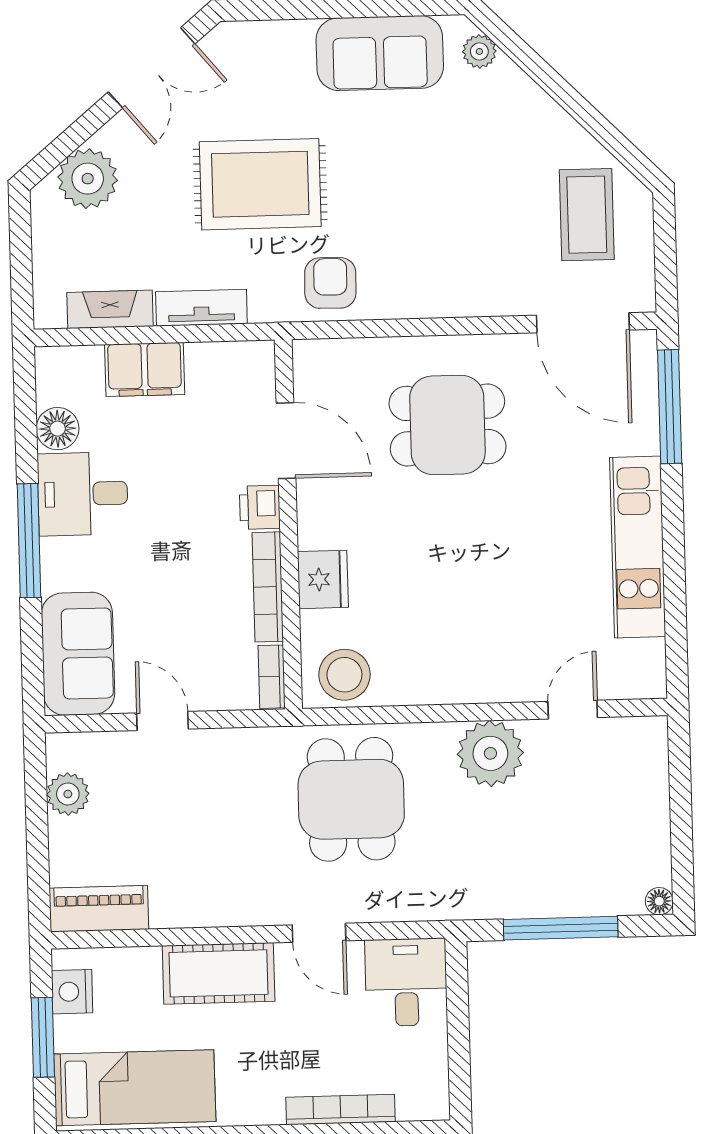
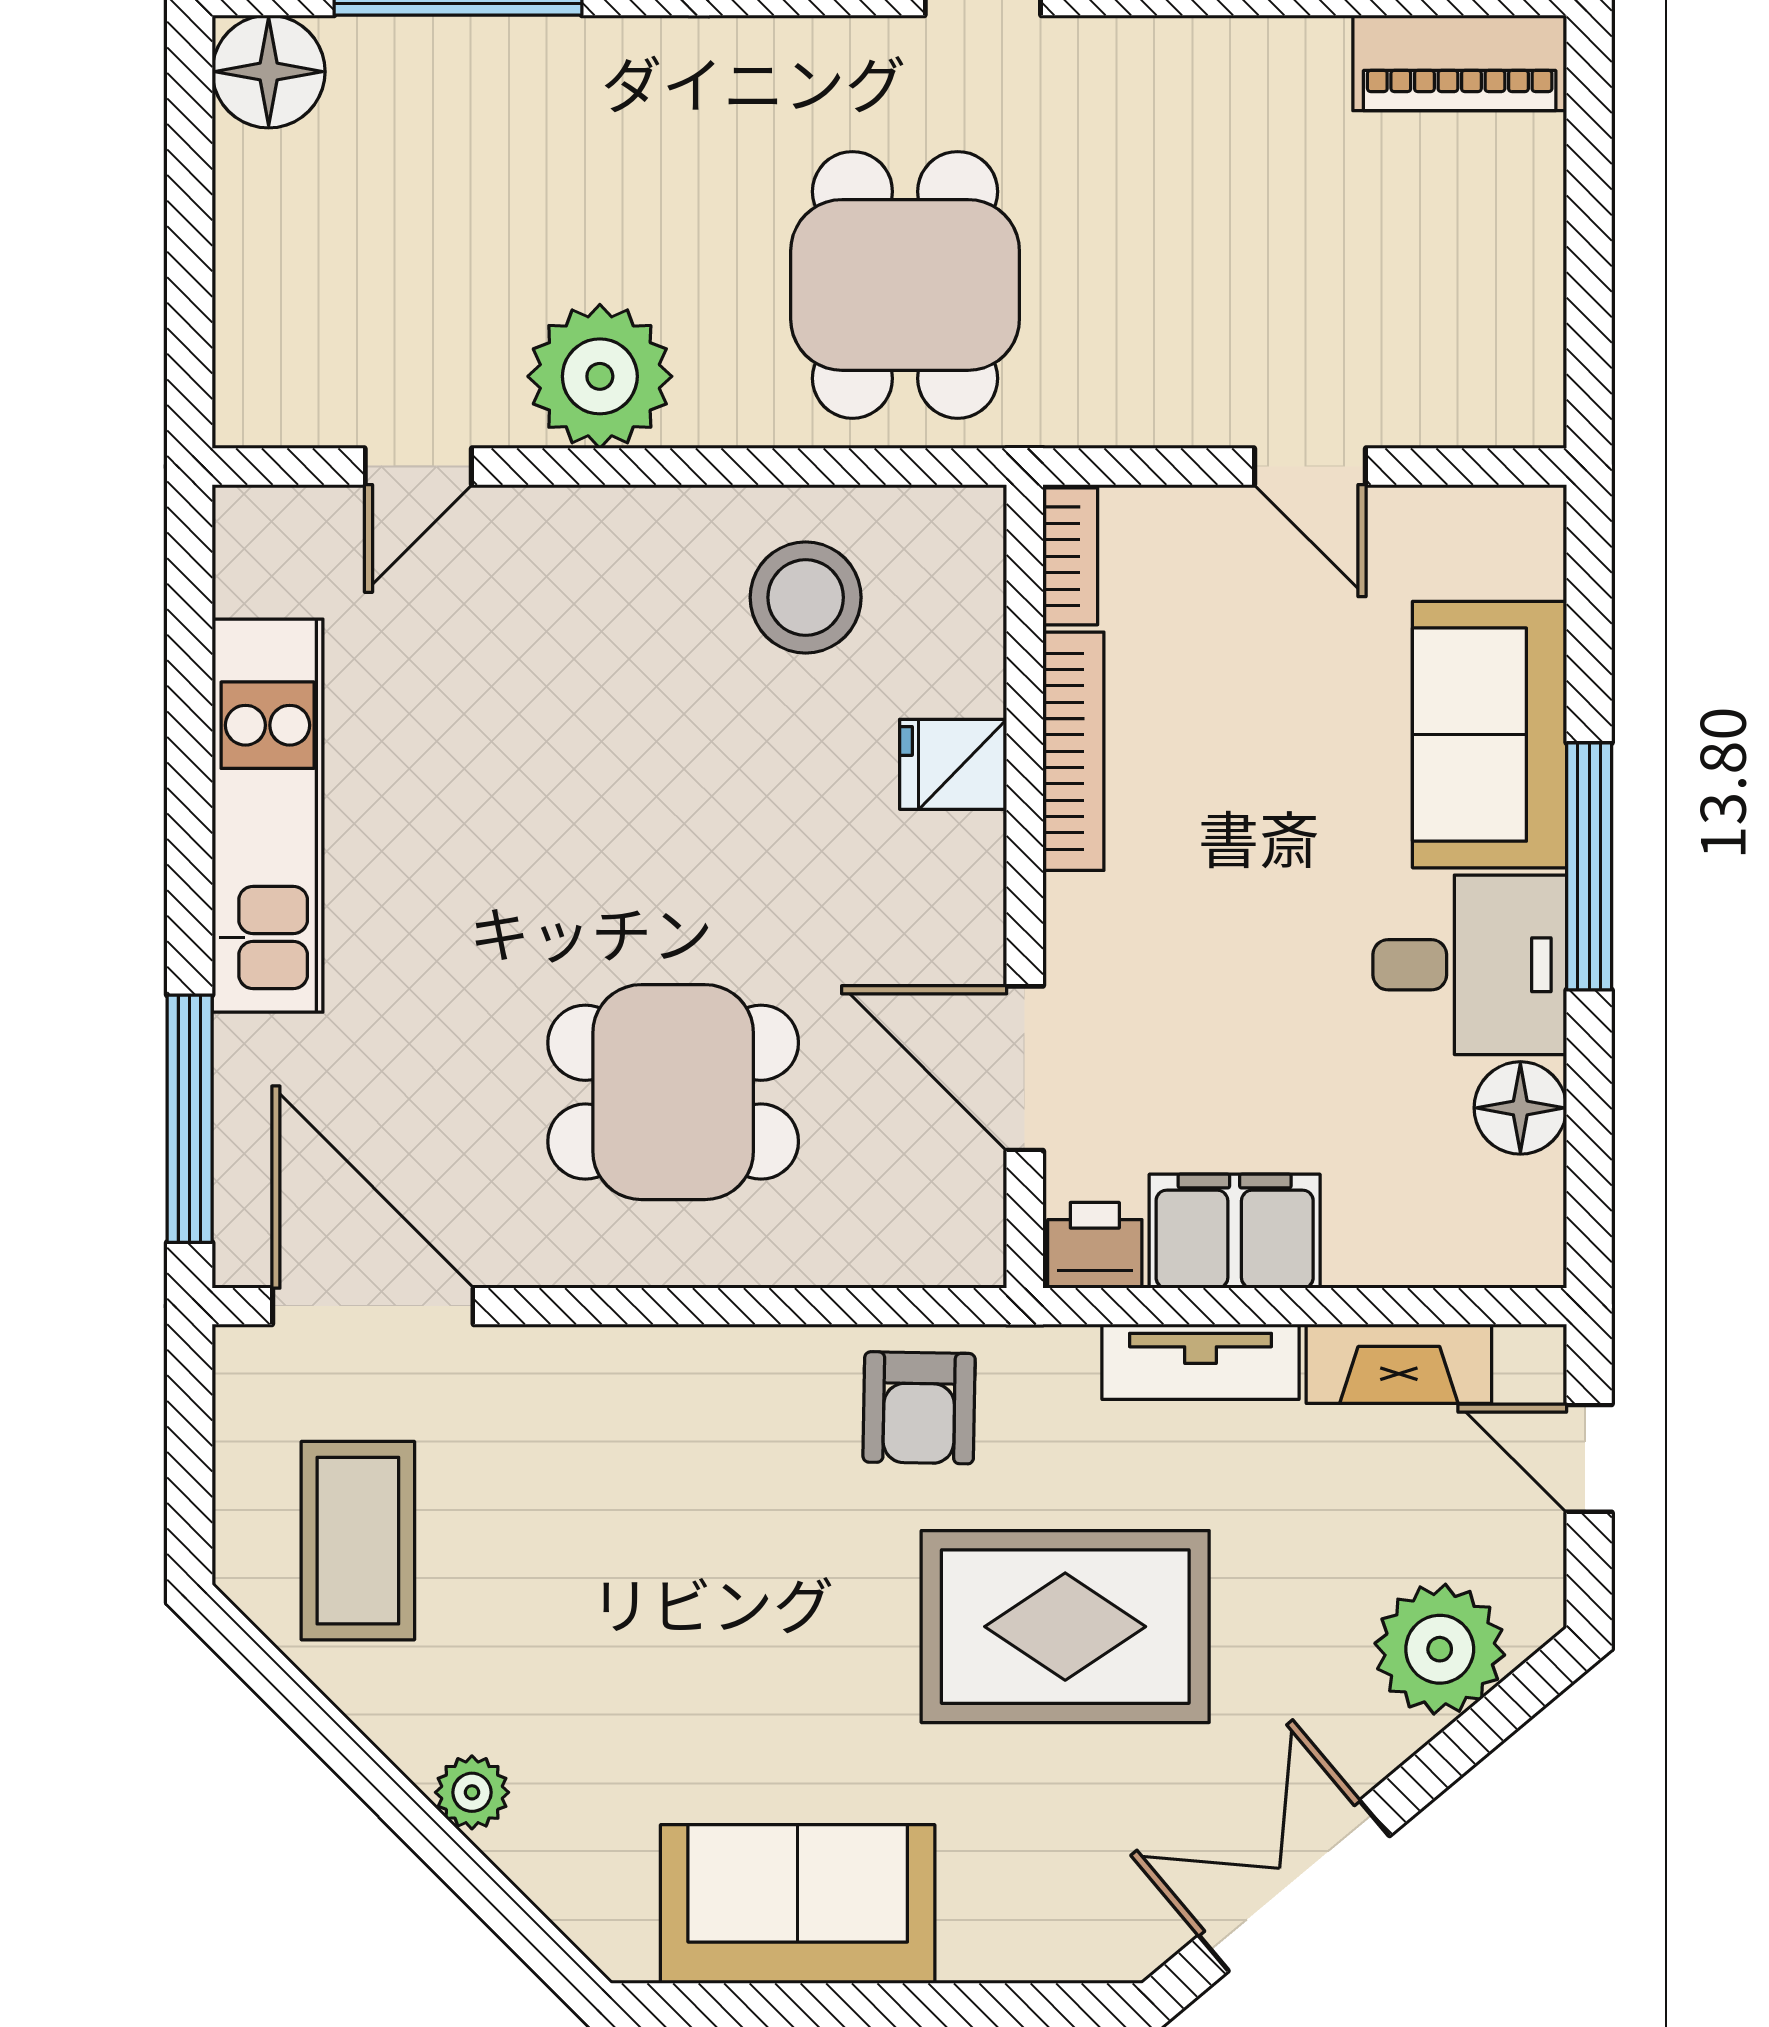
plant: (479, 51) -> (472, 1792), moved
door: (21, 268) -> (1589, 1458), added
filing cabinet: (145, 369) -> (1235, 1231), moved
printer: (260, 507) -> (1095, 1245), moved, turned -90
fridge: (323, 579) -> (953, 764), width x0.72
sofa: (78, 654) -> (1489, 735), moved
stool: (344, 675) -> (806, 597), moved
plant: (68, 794) -> (1520, 314), removed
floor lamp: (659, 901) -> (269, 72), width x1.89, depth x1.89

